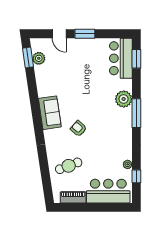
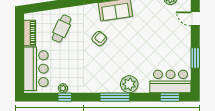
door: (59, 34) -> (195, 19), hinge flipped
window: (85, 34) -> (195, 58), moved
cafe table: (69, 166) -> (62, 29), turned 46
window: (136, 176) -> (65, 97), moved

